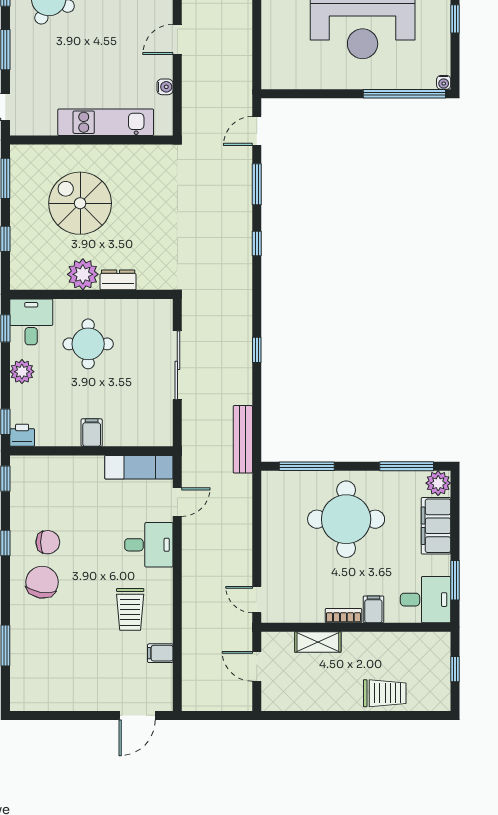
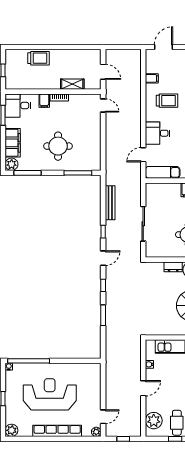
door: (257, 131) -> (103, 258), moved
bench: (243, 439) -> (110, 203), moved
round table: (346, 519) -> (58, 146), width x0.73, depth x0.73
trolley: (130, 609) -> (167, 101), turned 90
trolley: (385, 693) -> (39, 58), turned 180

